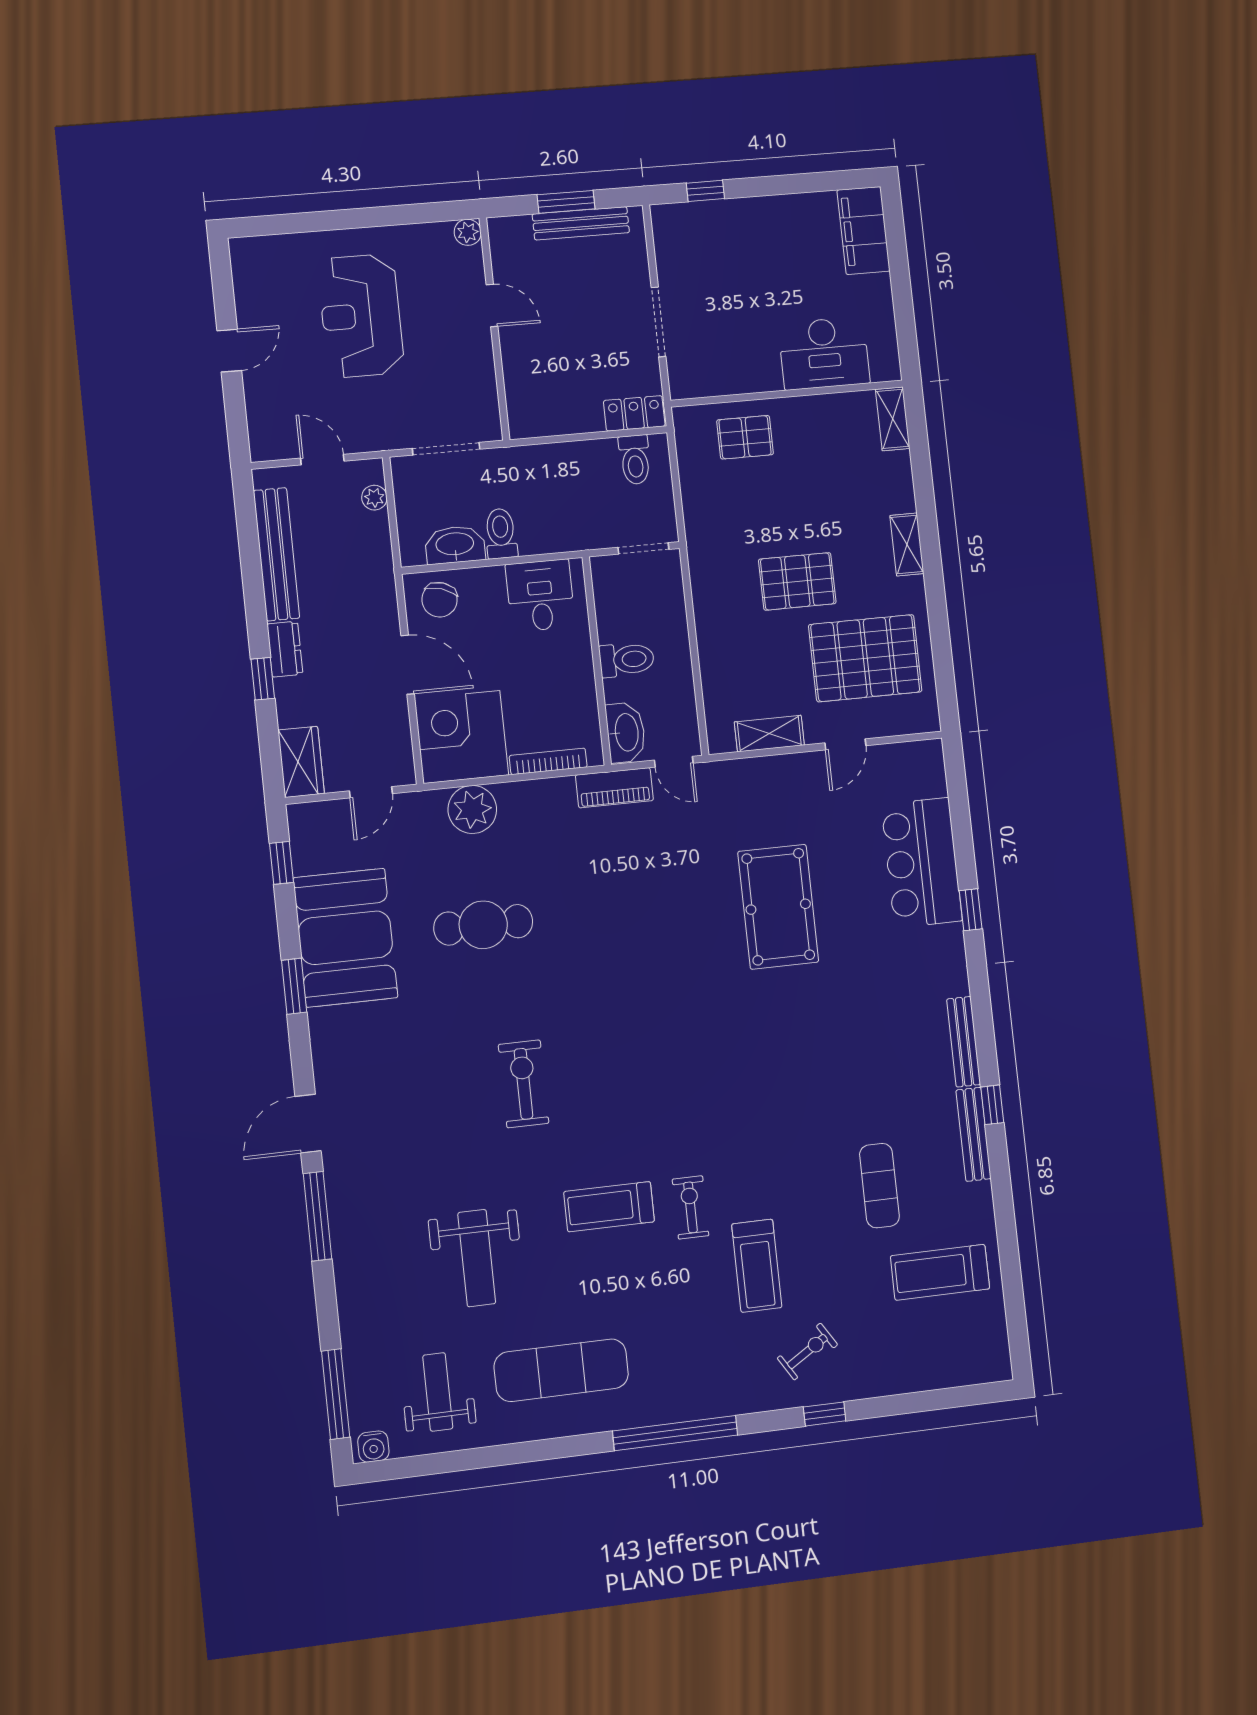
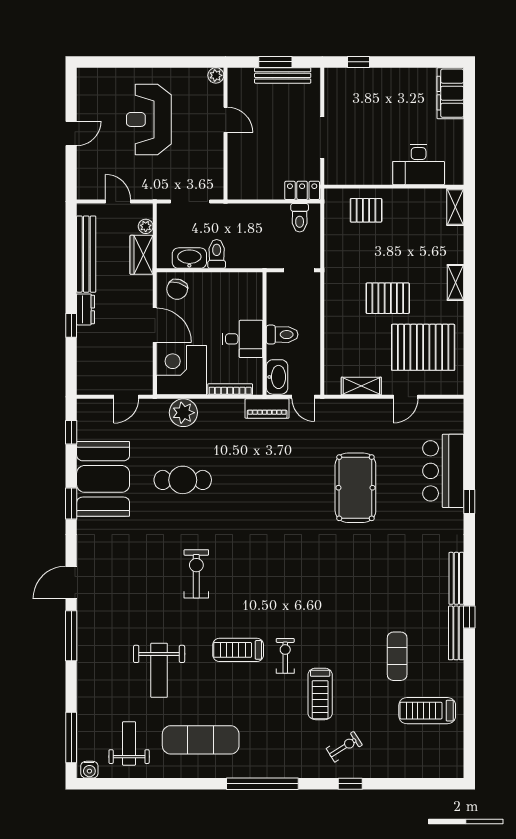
desk: (540, 596) -> (243, 339), moved, turned 90
wardrobe: (301, 762) -> (142, 255), moved, turned 180

